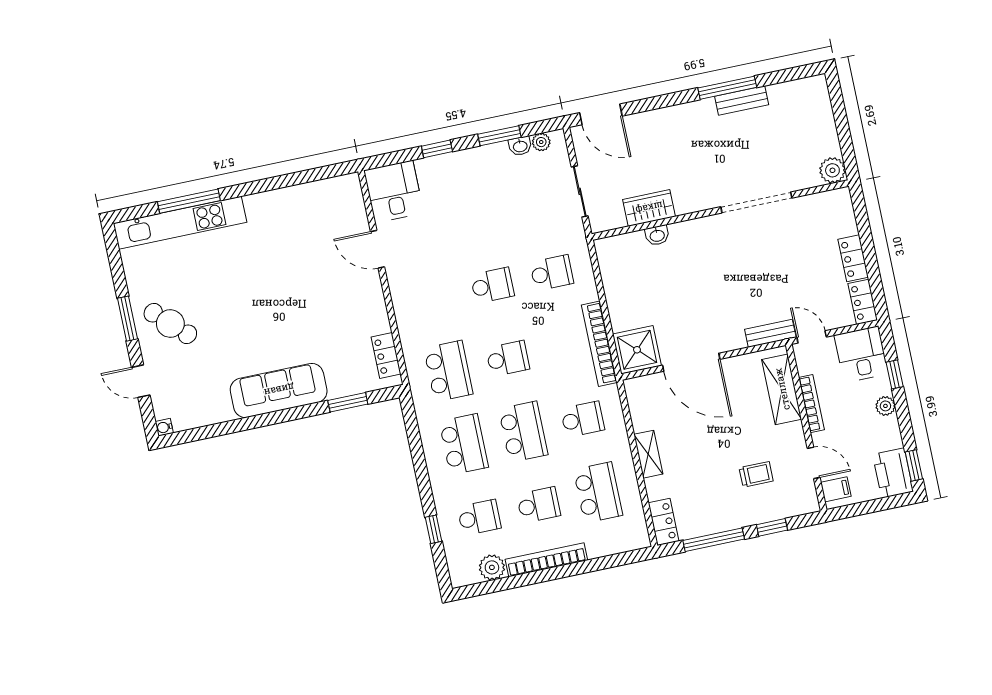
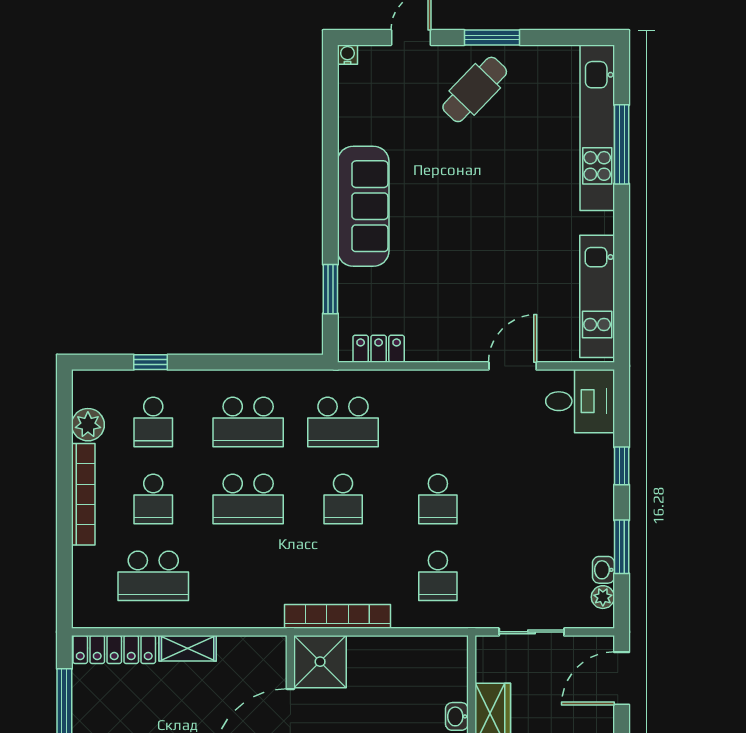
kitchen unit: (310, 195) -> (597, 296), added
school desk: (583, 419) -> (248, 576), removed
locker: (664, 522) -> (114, 650), width x1.53

